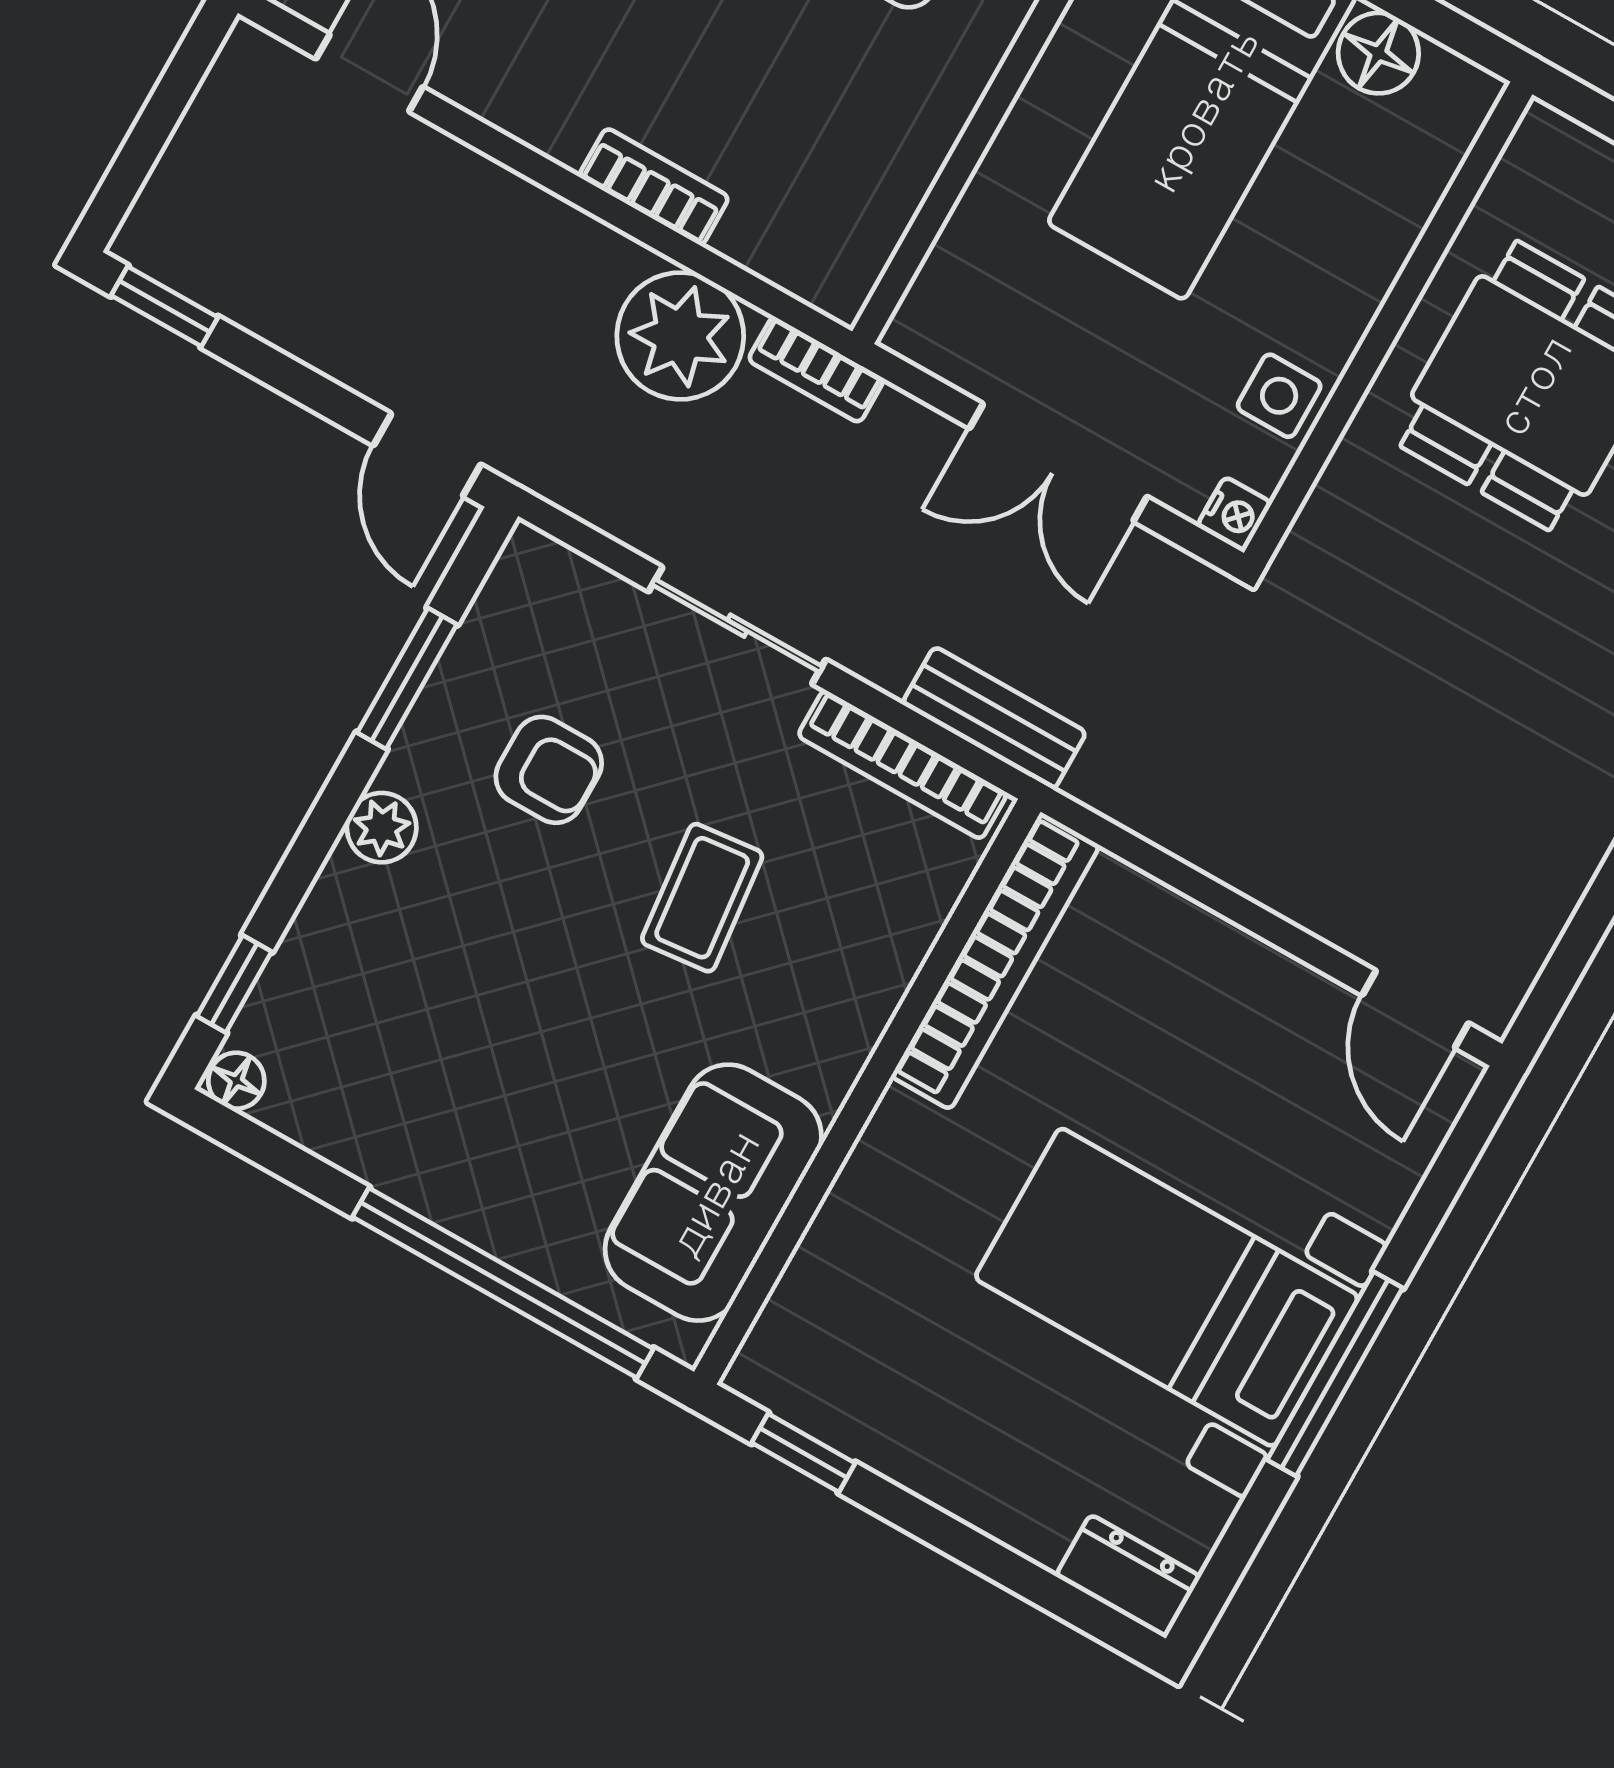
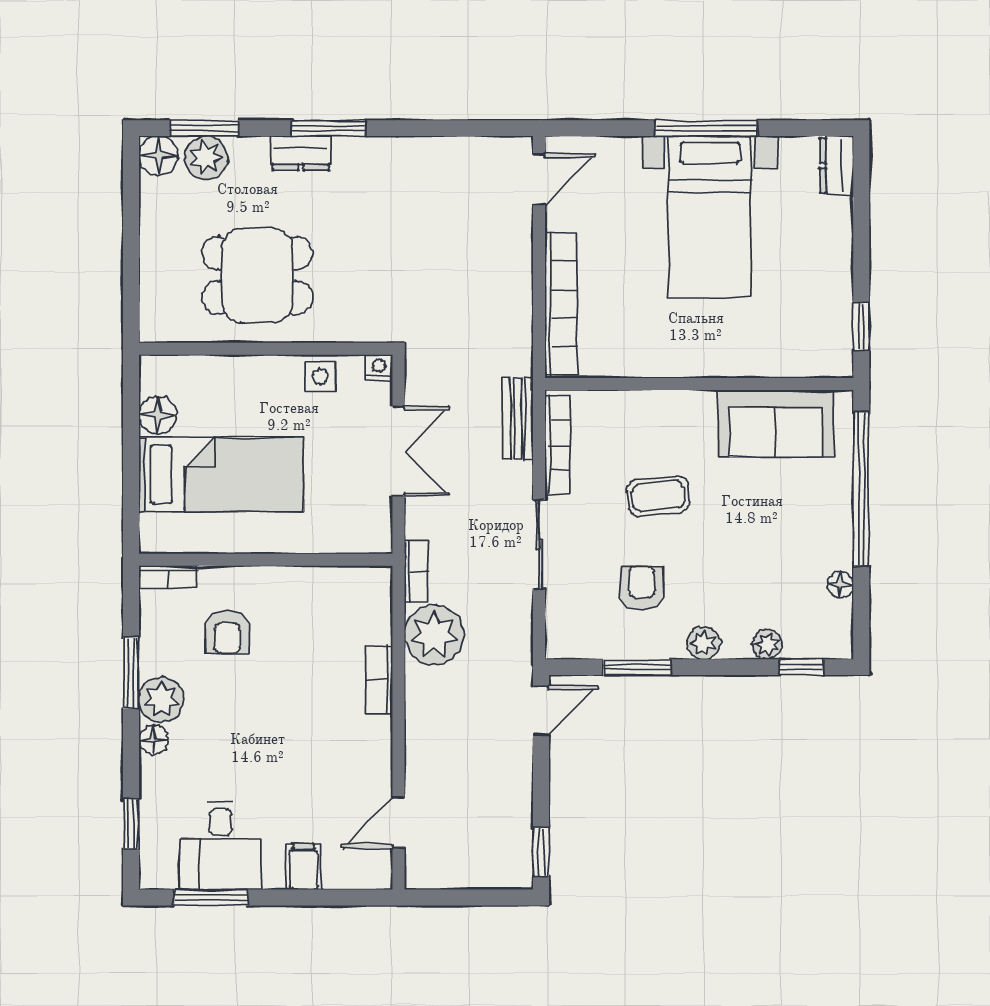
plant: (312, 945) -> (767, 644), added
bookcase: (995, 961) -> (561, 304), moved, turned 90
floor lamp: (236, 1081) -> (840, 585), moved

